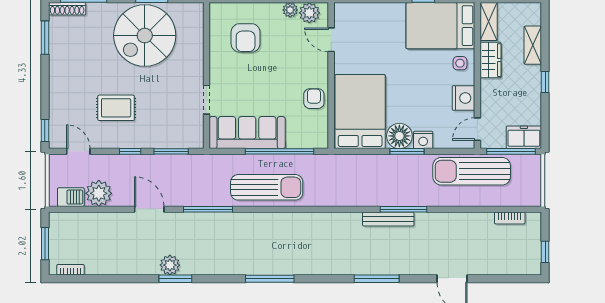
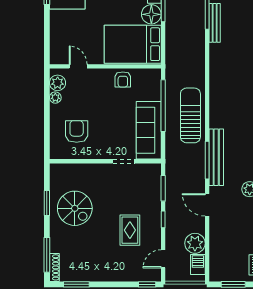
spiral stairs: (145, 36) -> (75, 208), width x0.73, depth x0.73
armchair: (246, 38) -> (77, 131), turned -90
door: (331, 40) -> (78, 66), swing flipped
armchair: (314, 99) -> (123, 79), turned -90
door: (149, 209) -> (207, 205), hinge flipped
bench: (212, 221) -> (216, 157), added

